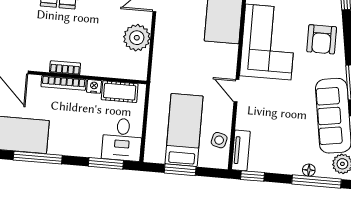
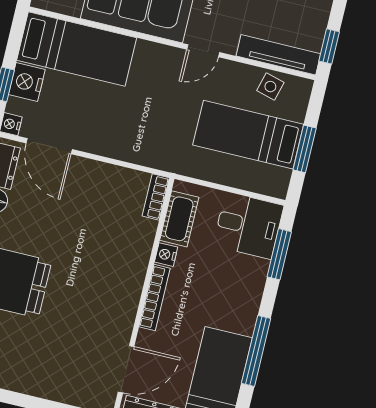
plant: (137, 38) -> (105, 183), removed
bookcase: (65, 68) -> (156, 197), moved
tv unit: (241, 150) -> (278, 55), width x1.41

